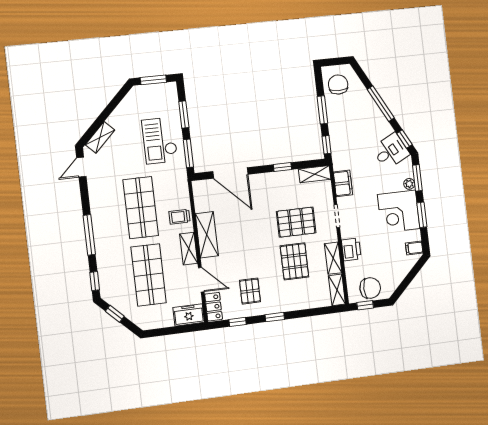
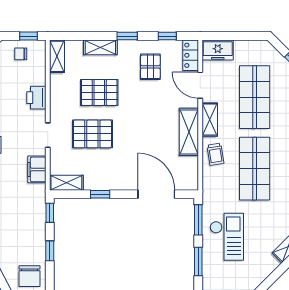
window: (322, 110) -> (50, 251), width x0.67
trolley: (179, 217) -> (215, 154), turned 81
shelving: (333, 258) -> (100, 47), moved, turned 90
pallet: (294, 261) -> (99, 92), turned 90
chair: (370, 288) -> (21, 54), width x0.54, depth x0.54

